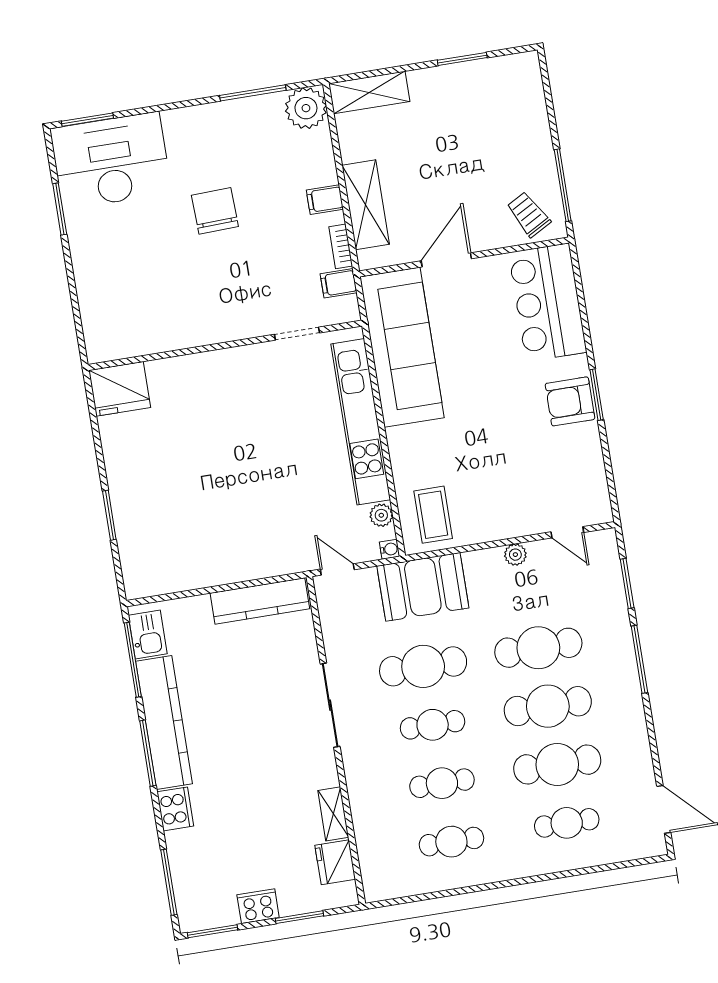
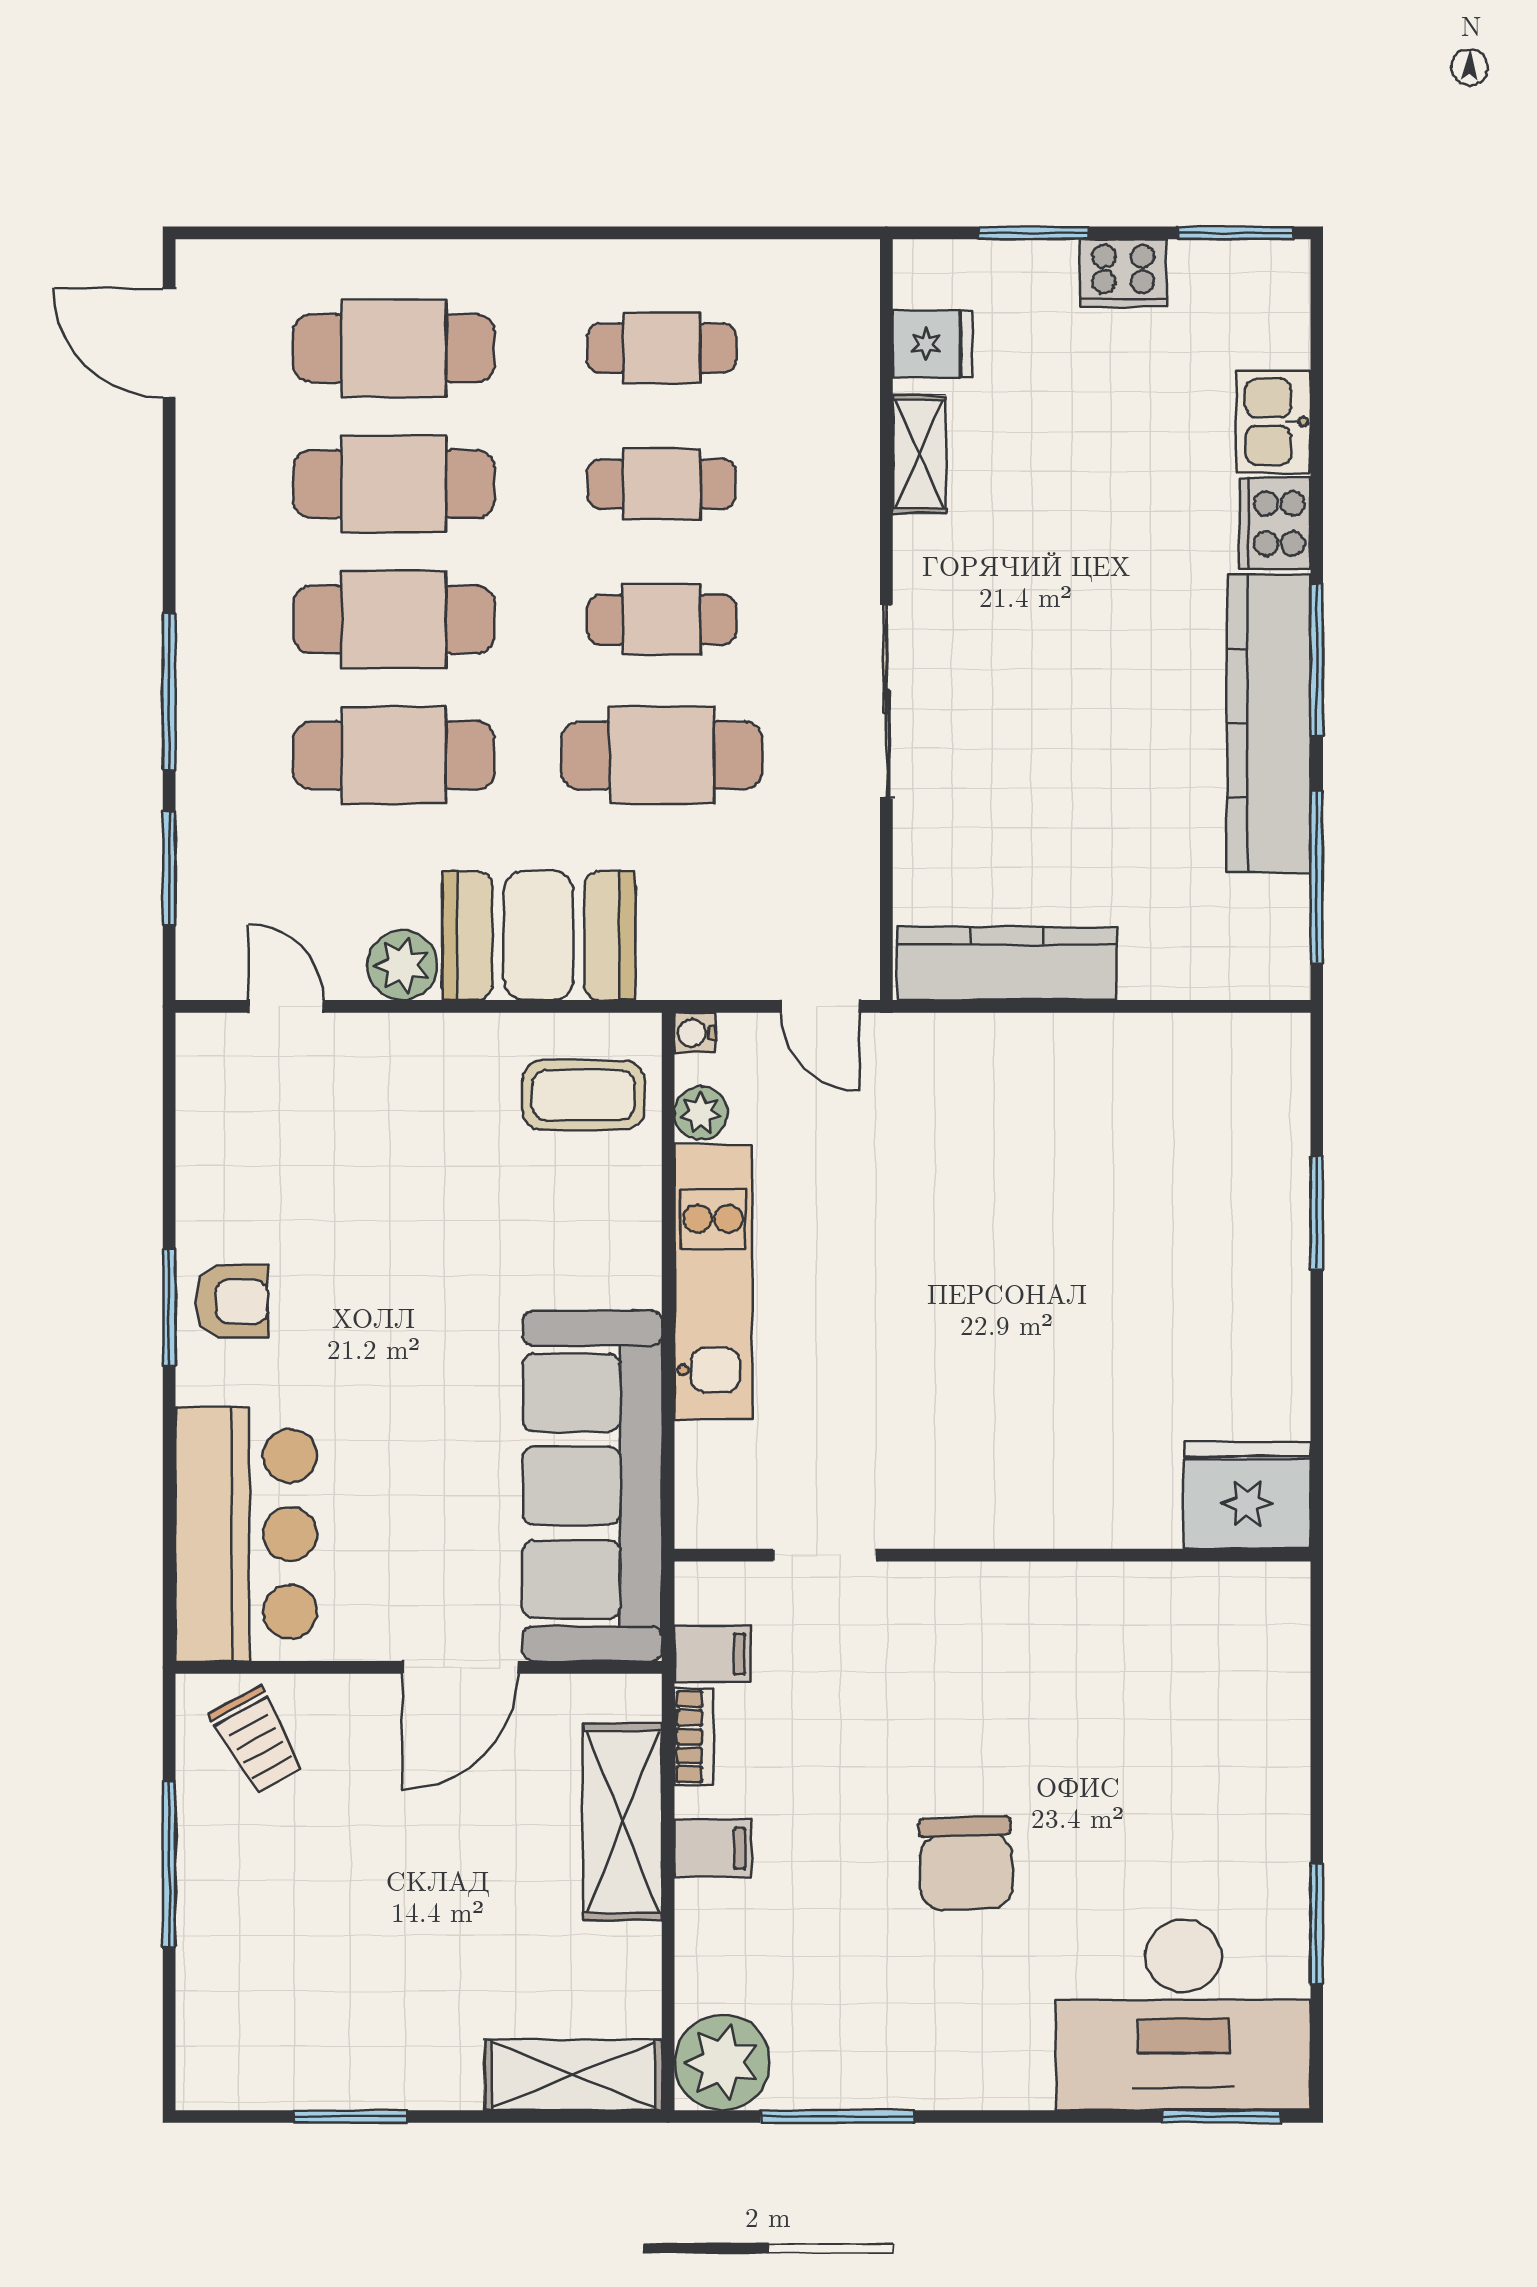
window: (563, 185) -> (169, 1864), moved
armchair: (570, 401) -> (232, 1301), width x0.72, depth x0.72
kitchen unit: (361, 422) -> (713, 1282), width x0.73
coffee table: (433, 515) -> (583, 1095), turned 90
plant: (515, 555) -> (402, 965), width x1.38, depth x1.38
booth: (423, 587) -> (538, 935), moved
kitchen sink: (148, 635) -> (1274, 422), moved
cafe table: (567, 823) -> (394, 348), width x1.37, depth x1.35
fridge: (335, 862) -> (932, 344), width x0.72
window: (169, 882) -> (1317, 360), removed

